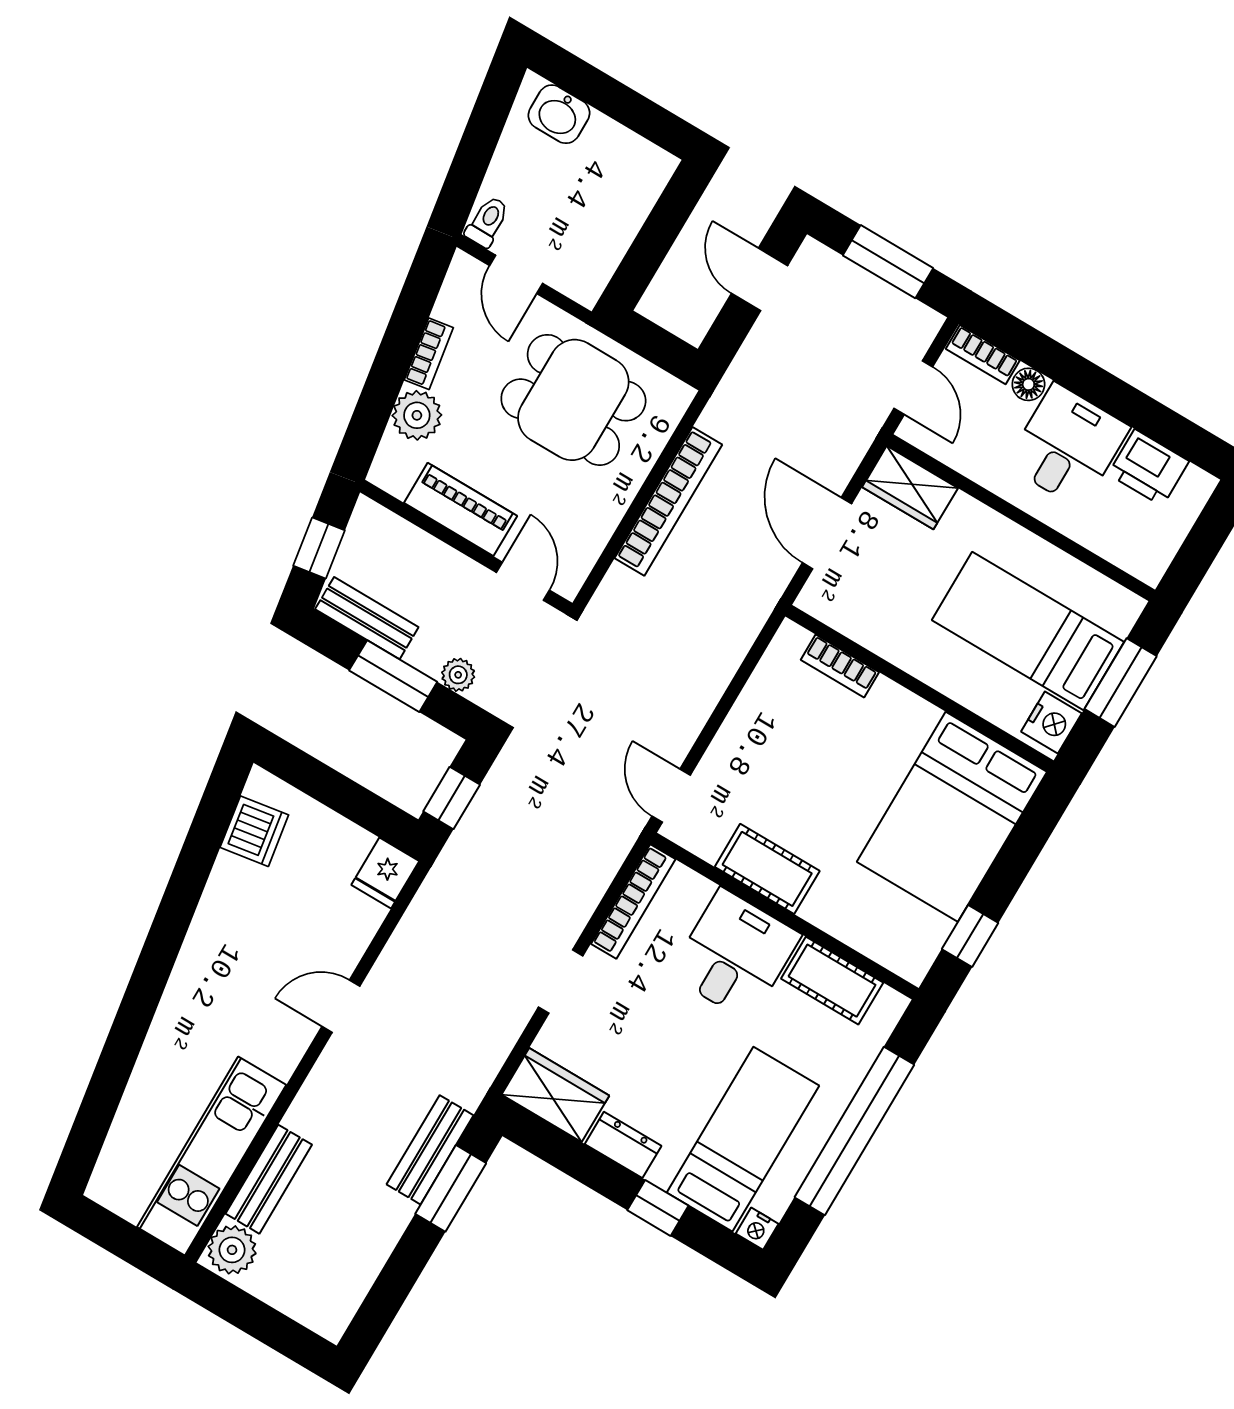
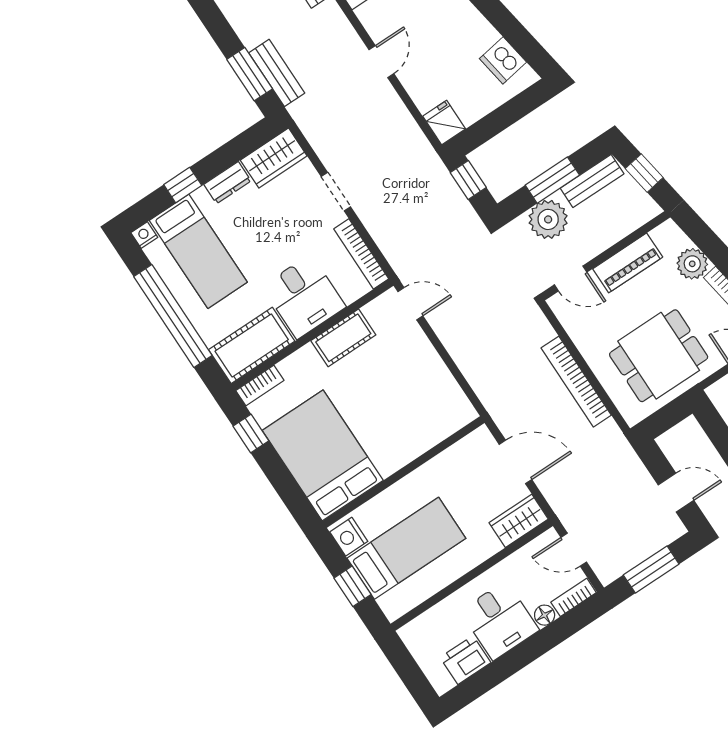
bookcase: (840, 666) -> (260, 386), moved, turned 180
plant: (458, 675) -> (548, 219), width x1.88, depth x1.88
window: (1121, 683) -> (352, 586), width x0.67
cot: (832, 981) -> (252, 345), width x1.37, depth x1.34

